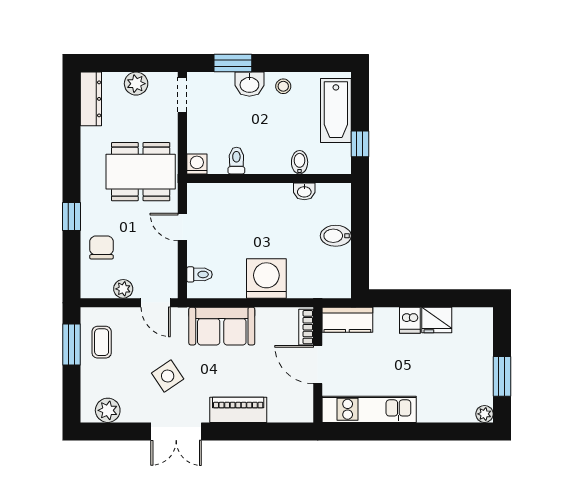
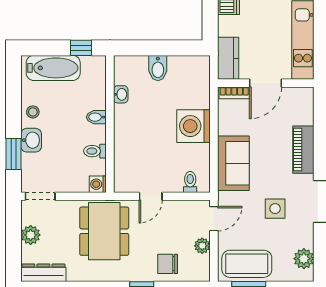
bidet: (300, 162) -> (96, 117), moved
coffee table: (102, 342) -> (247, 264), width x1.86, depth x1.72
side table: (168, 376) -> (275, 209), turned 34

